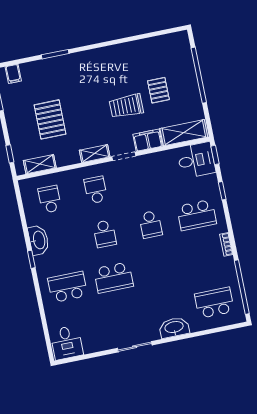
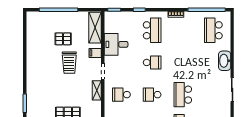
filing cabinet: (148, 140) -> (95, 53), width x0.50
desk: (196, 160) -> (116, 44), moved, turned -90
school desk: (105, 234) -> (152, 95), turned 180
school desk: (114, 278) -> (183, 95), turned 180

